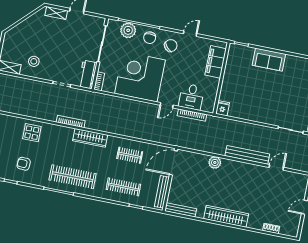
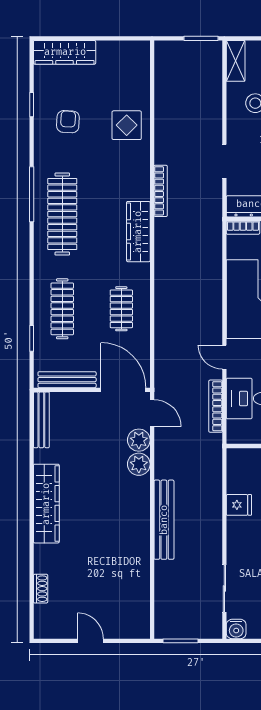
fridge: (223, 108) -> (239, 505), moved
plant: (202, 160) -> (139, 440), added
door: (276, 167) -> (152, 413), moved

